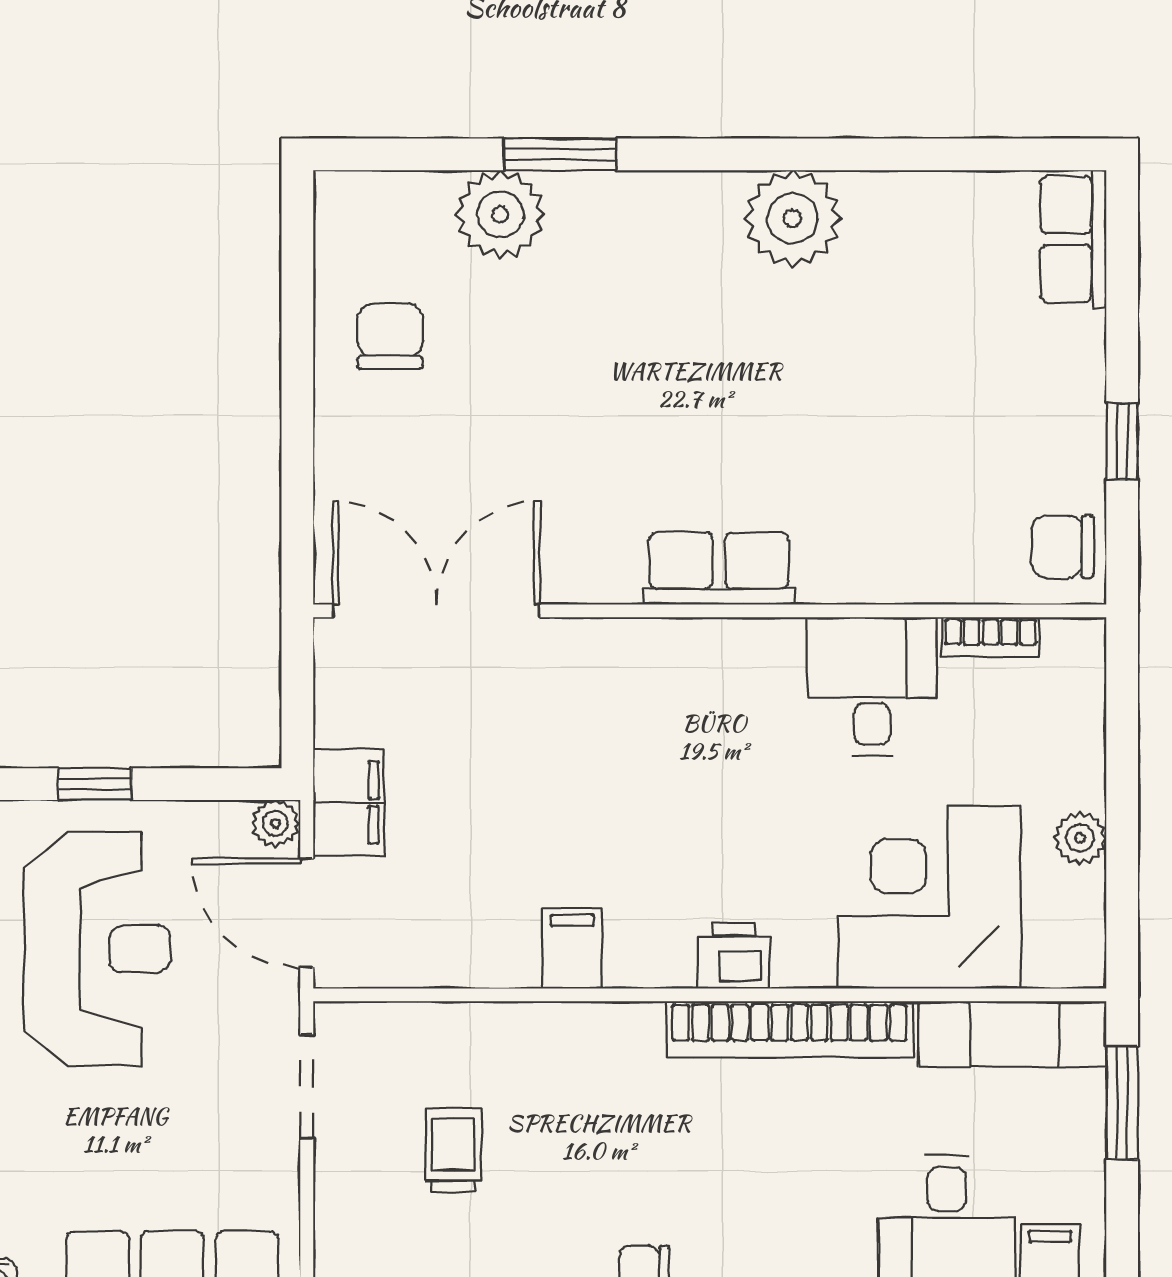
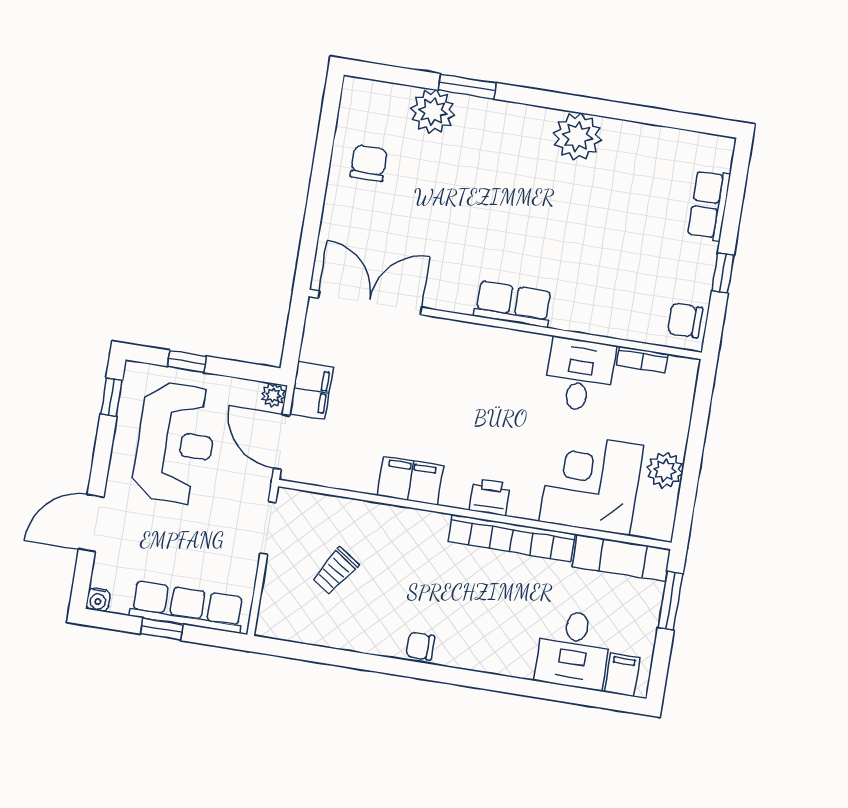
row of seats: (1073, 239) -> (709, 205), moved
plant: (1080, 838) -> (665, 470), width x1.38, depth x1.38
filing cabinet: (572, 948) -> (410, 481), width x2.00
trolley: (453, 1150) -> (335, 571), turned -146

